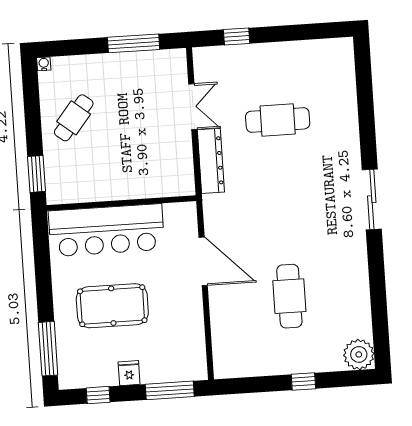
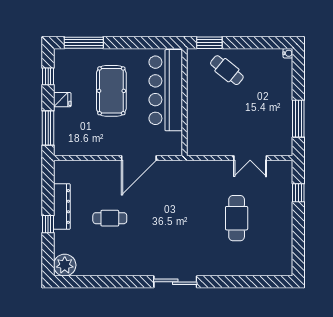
cafe table: (74, 118) -> (227, 70), moved
dresser: (211, 161) -> (62, 206), moved, turned -90
cafe table: (289, 296) -> (110, 218), width x0.73, depth x0.74

